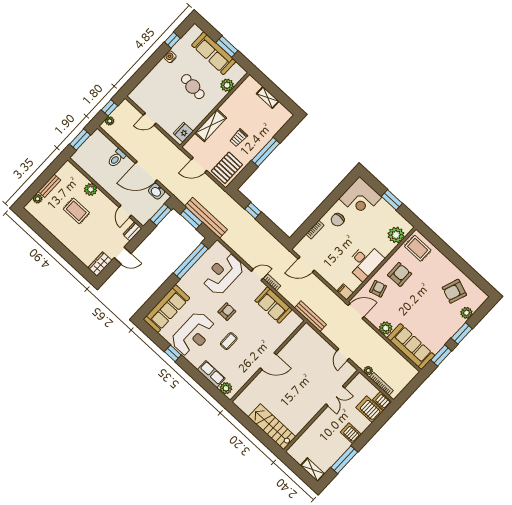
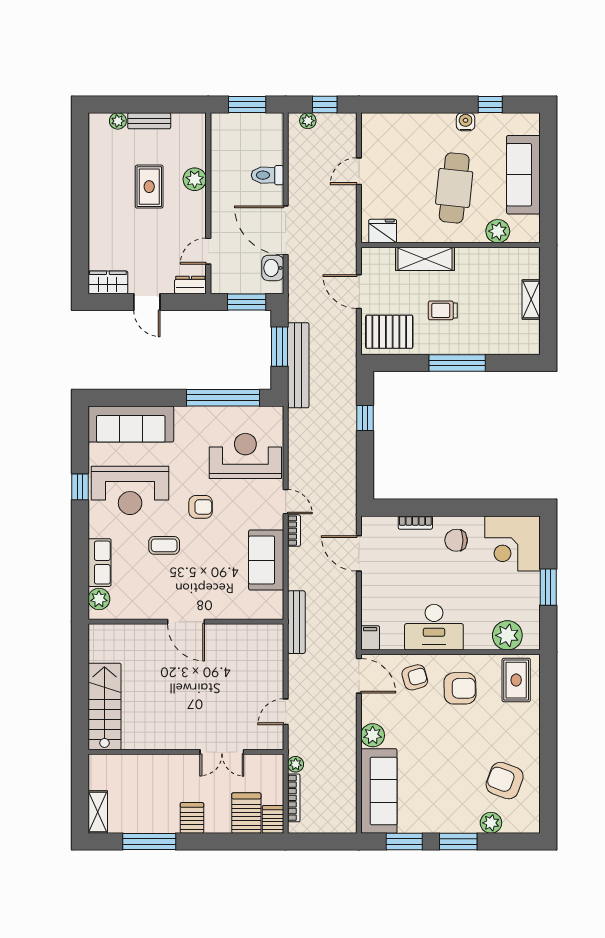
window: (227, 47) -> (548, 184), removed
cafe table: (193, 87) -> (454, 188), width x1.37, depth x1.35
door: (150, 119) -> (359, 171), hinge flipped

